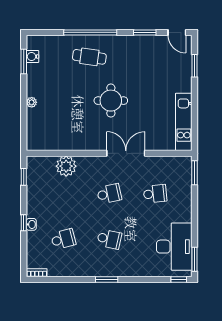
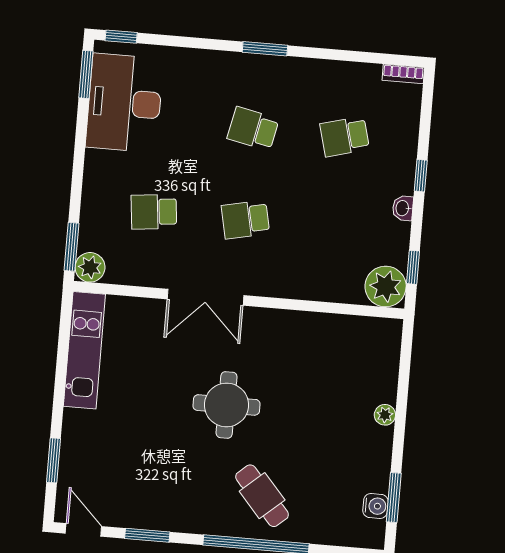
cafe table: (89, 57) -> (262, 496), turned 41
plant: (185, 163) -> (90, 267), added
plant: (66, 166) -> (386, 287), moved
washbasin: (31, 224) -> (403, 208), moved

